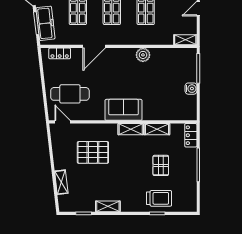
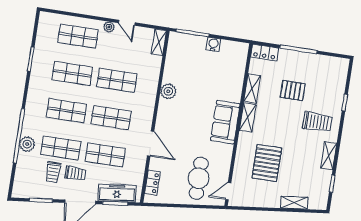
trolley: (159, 198) -> (317, 122), moved, turned 90

